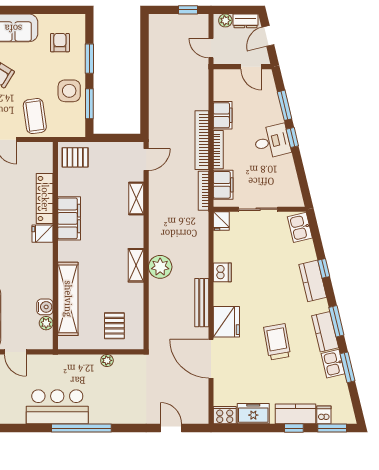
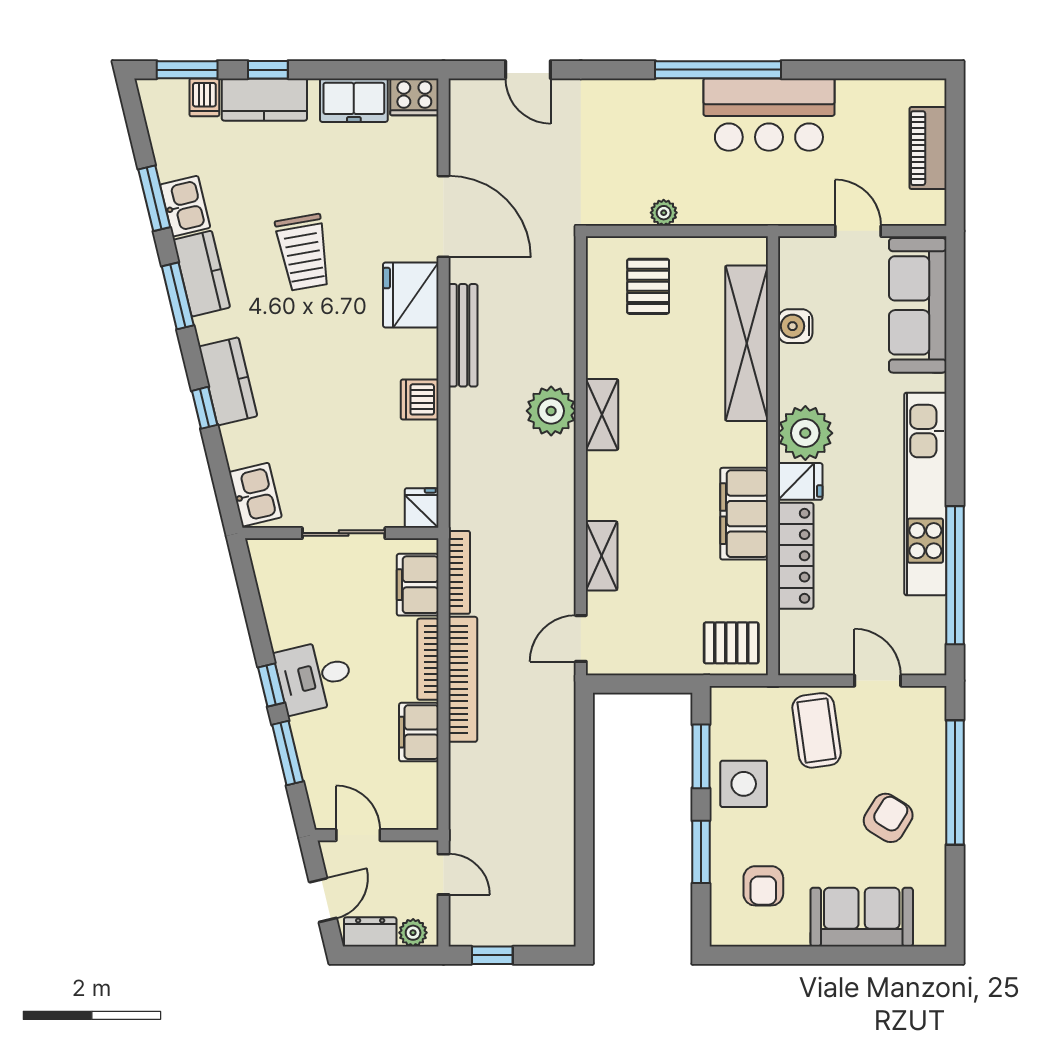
plant: (46, 323) -> (805, 433), moved, width x1.87, depth x1.87

